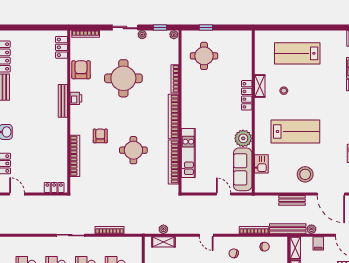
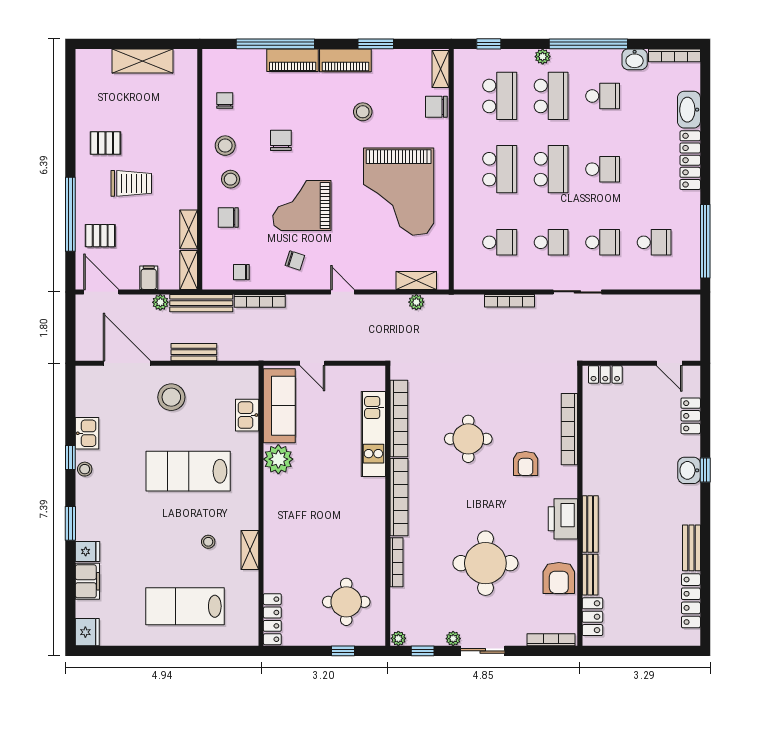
lab bench: (297, 53) -> (185, 606), turned 180
bench: (63, 72) -> (590, 575), added
locker: (247, 95) -> (272, 619), moved
printer: (76, 98) -> (563, 519), width x1.87, depth x1.48

